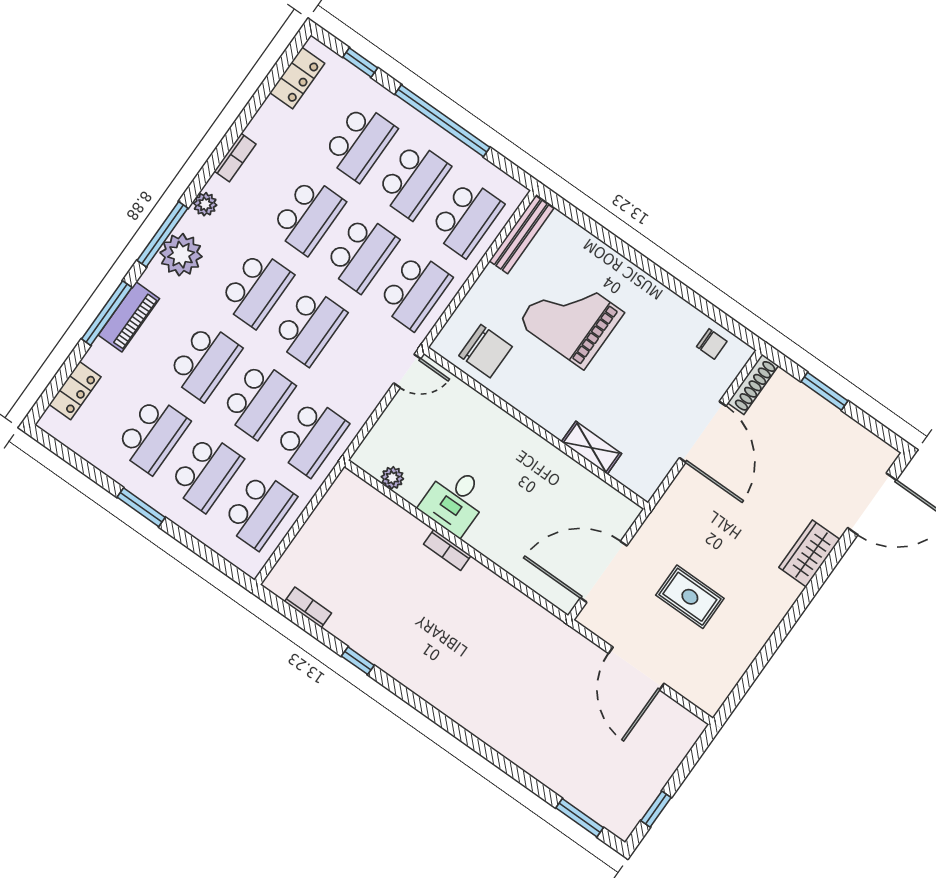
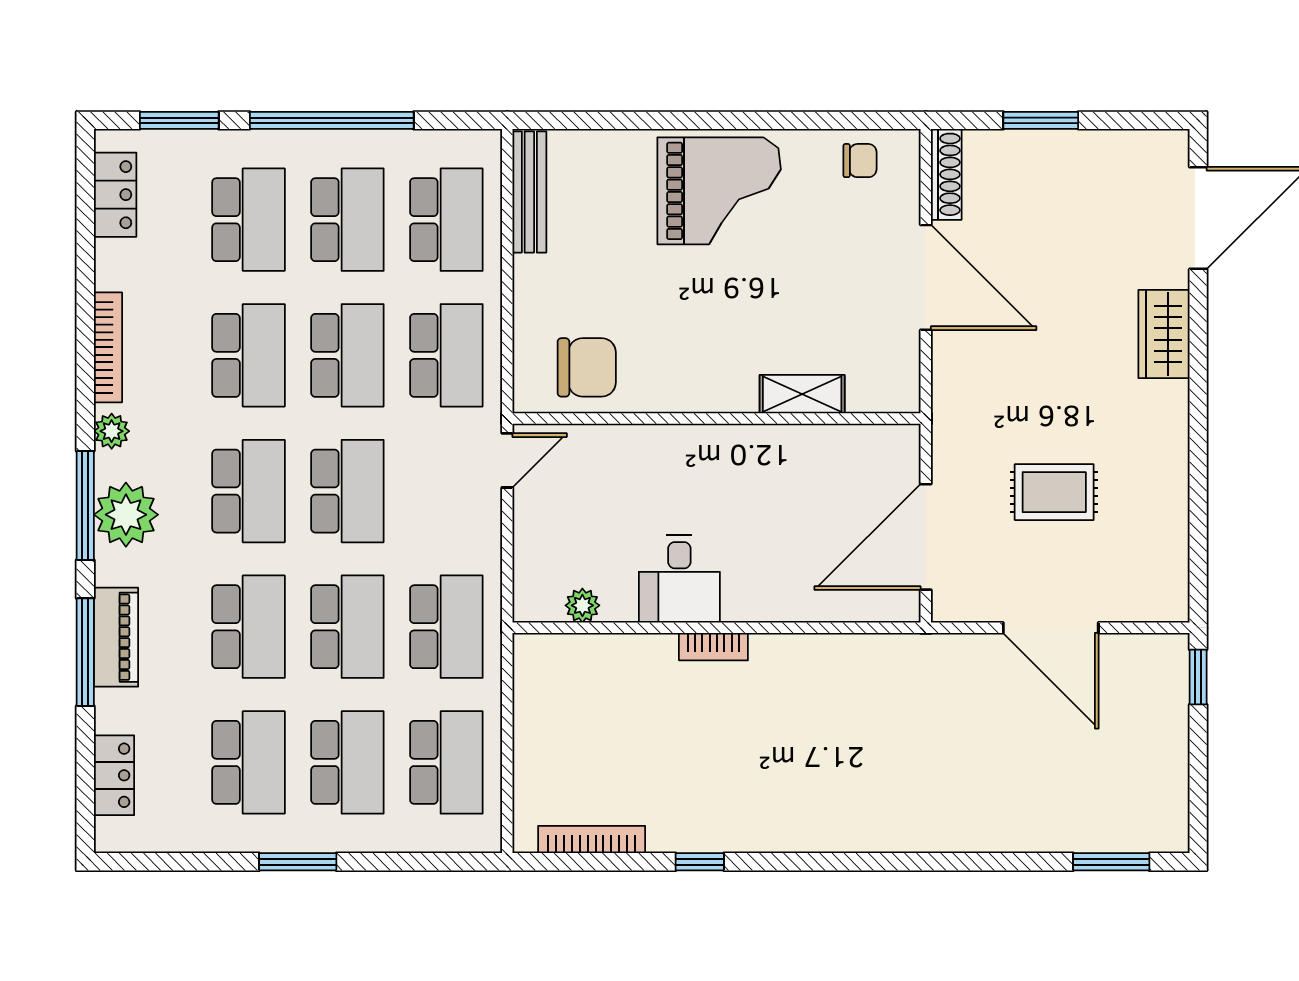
window: (360, 63) -> (179, 120), width x1.50
bookcase: (235, 158) -> (108, 347), width x1.56
grand piano: (571, 318) -> (719, 191), moved, turned 180
bookcase: (308, 607) -> (592, 839), width x1.56
window: (656, 809) -> (1198, 677), moved

